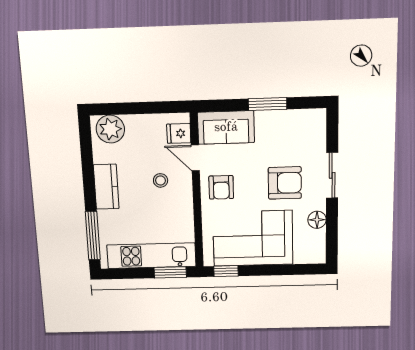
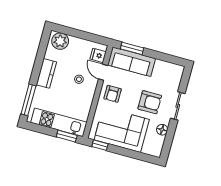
window: (268, 104) -> (132, 48), moved
sofa: (226, 127) -> (131, 62), width x1.36

